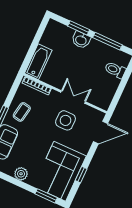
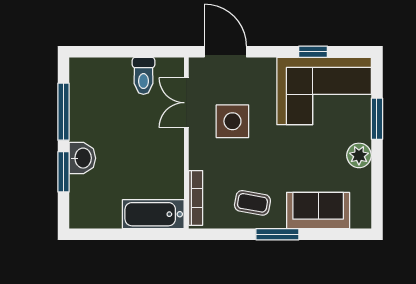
toilet: (115, 70) -> (143, 76), moved
double door: (73, 97) -> (186, 103), moved
window: (46, 196) -> (377, 119), moved

